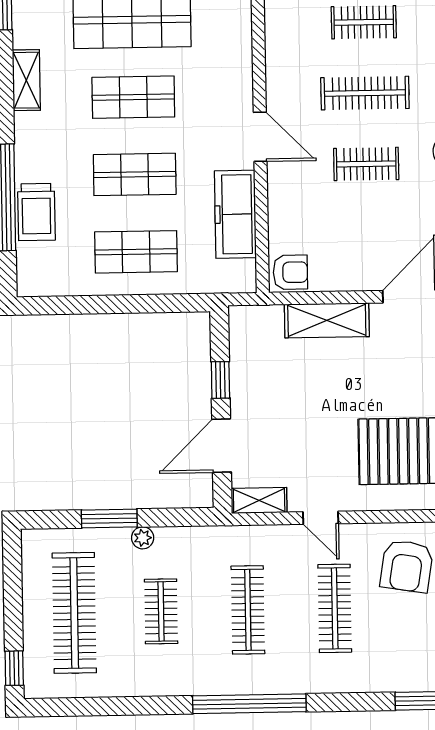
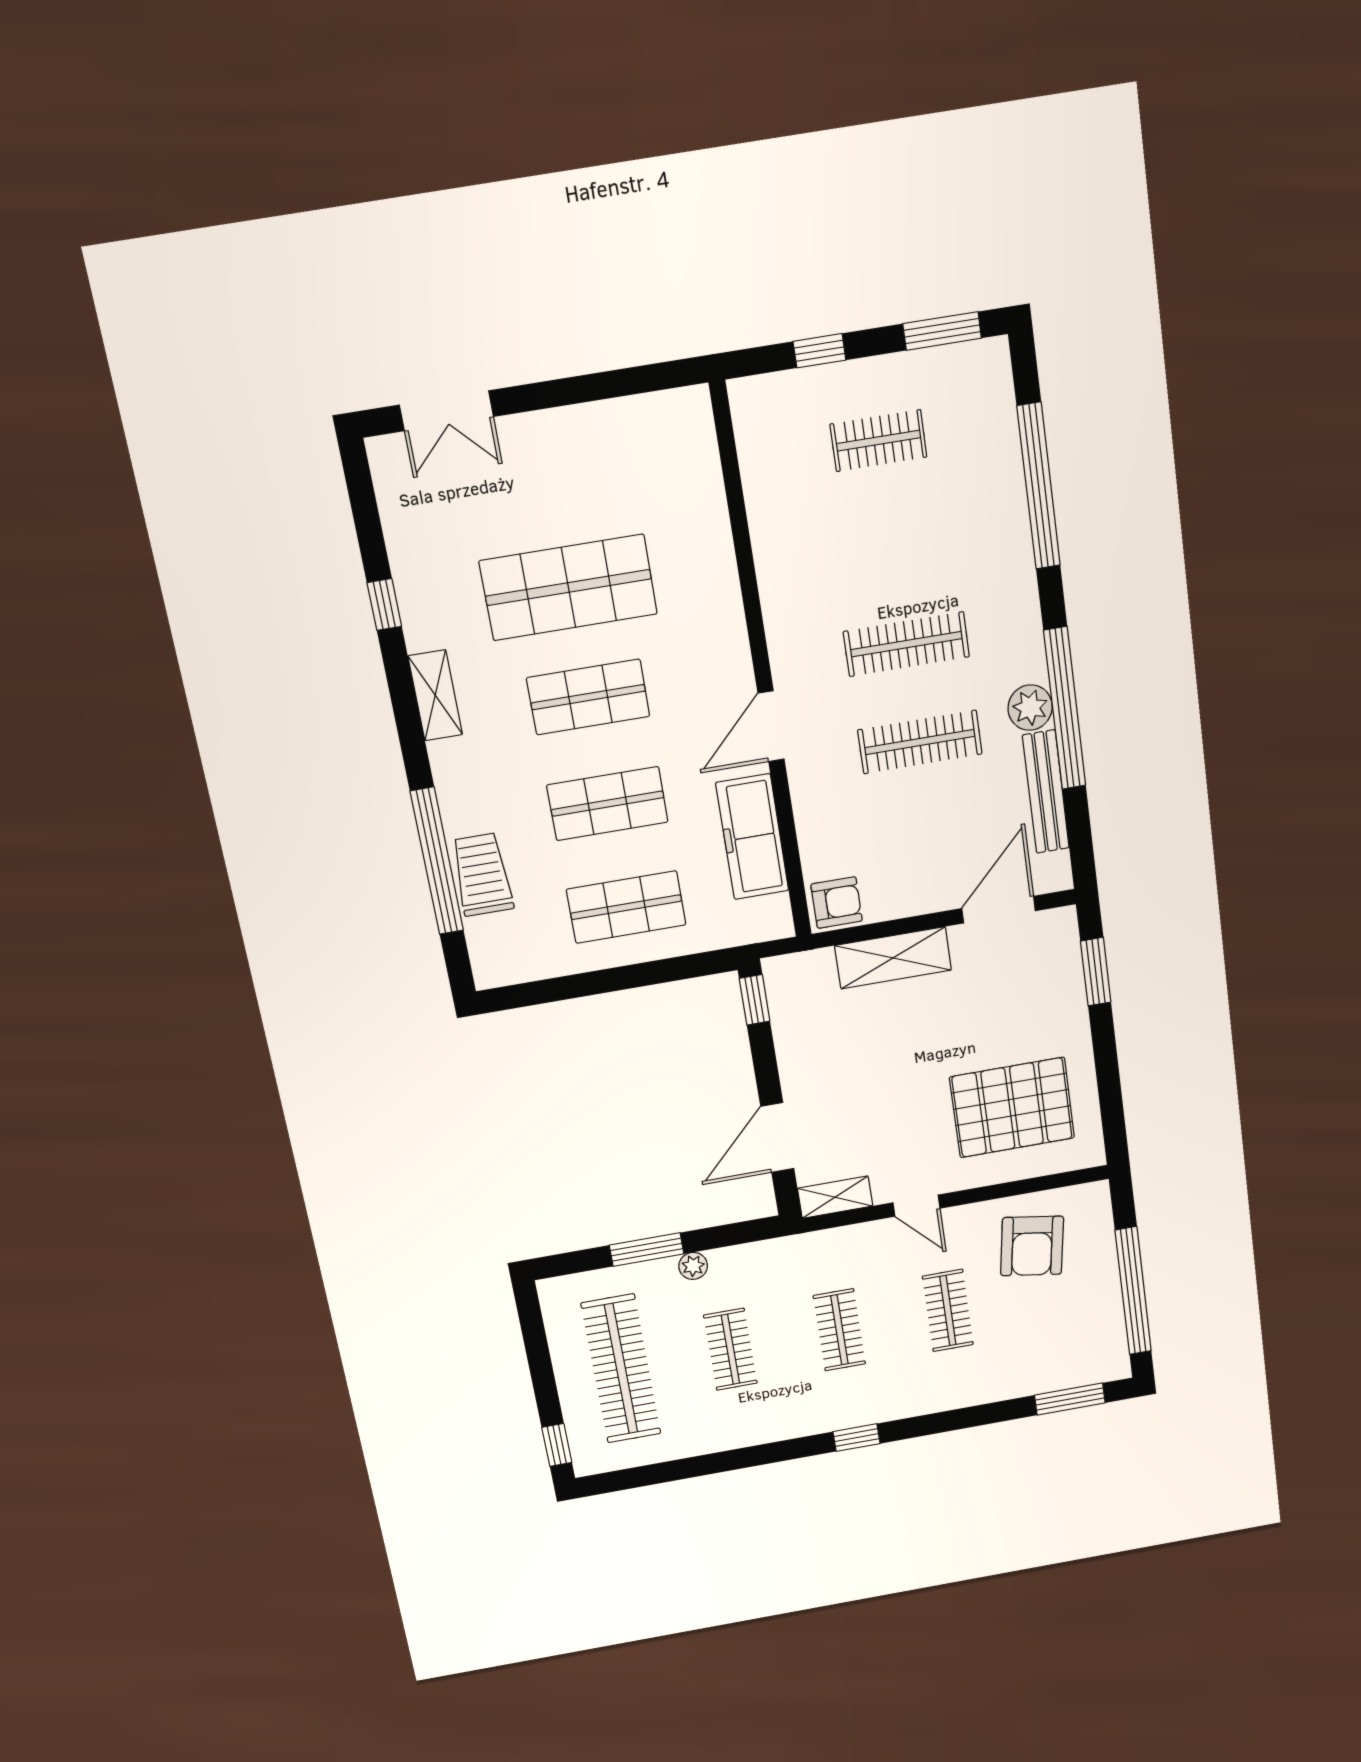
clothes rail: (364, 22) -> (893, 544), removed
door: (260, 137) -> (771, 726), swing flipped
clothes rail: (366, 164) -> (920, 742), width x1.36
trolley: (36, 212) -> (482, 875), turned 180
window: (220, 380) -> (755, 1000), moved
clothes rail: (335, 608) -> (948, 1310), width x0.73
clothes rail: (248, 610) -> (839, 1330), width x0.73
window: (249, 704) -> (856, 1438), width x0.32

